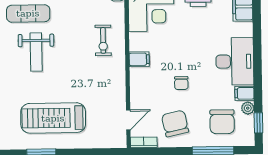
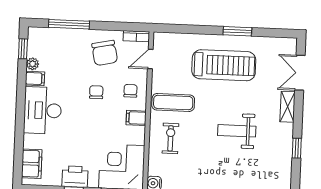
exercise mat: (28, 13) -> (173, 102), moved
weight bench: (36, 52) -> (237, 131), turned -90
chair: (222, 122) -> (130, 91), moved, width x0.54, depth x0.54

